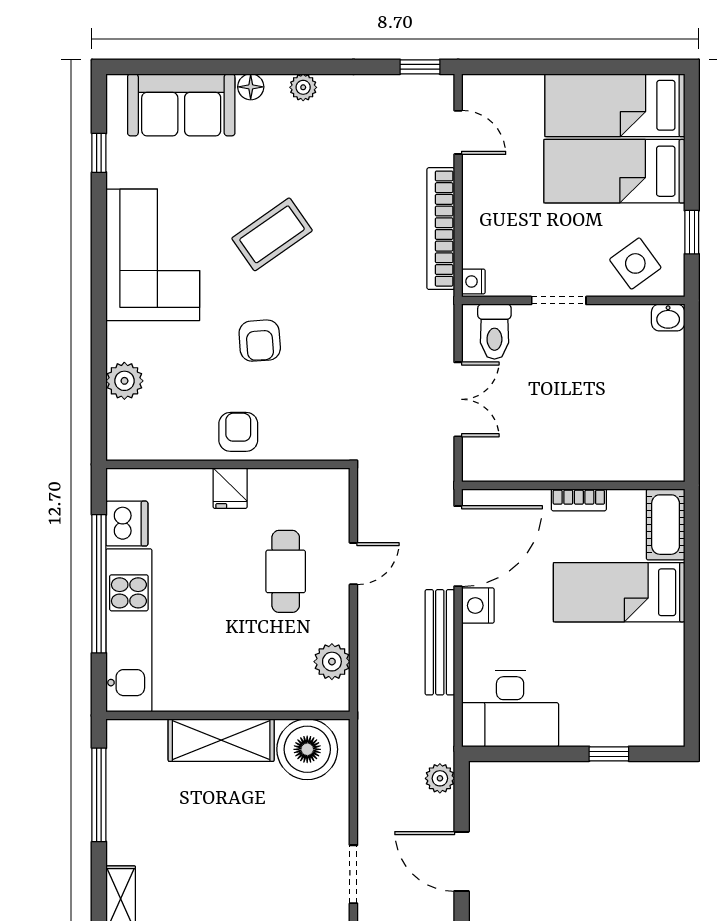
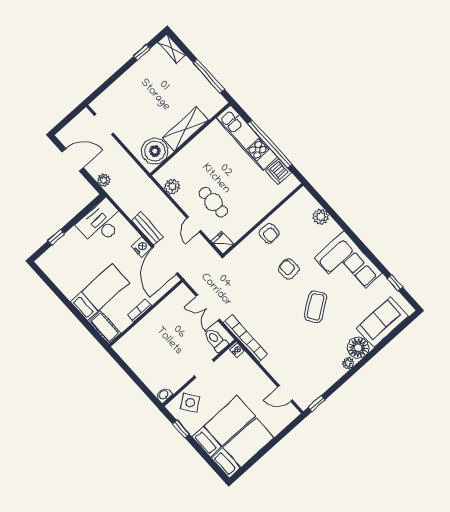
floor lamp: (251, 87) -> (358, 348), width x1.89, depth x1.89
bookcase: (441, 229) -> (246, 338), moved
fridge: (230, 488) -> (222, 243), moved
bench: (440, 642) -> (147, 229), width x0.73

